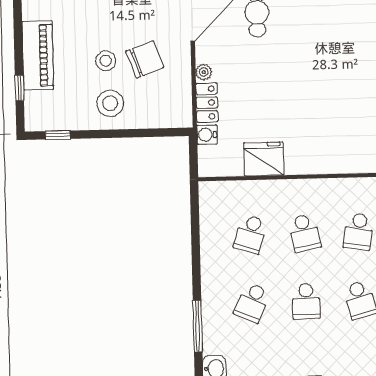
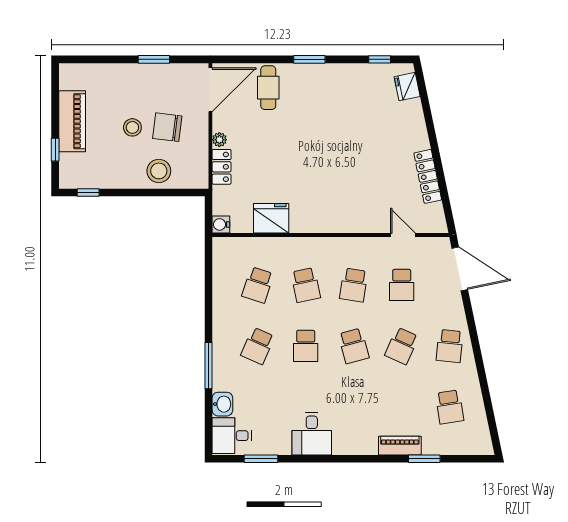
chair: (145, 59) -> (167, 127), turned -153
stool: (110, 103) -> (159, 171), moved
water cooler: (207, 135) -> (221, 224), moved

